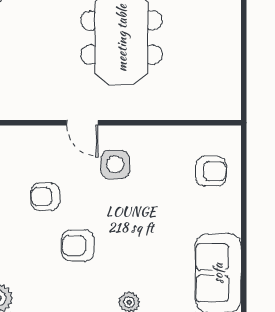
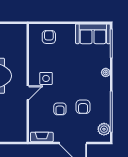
armchair: (78, 246) -> (83, 107), moved

